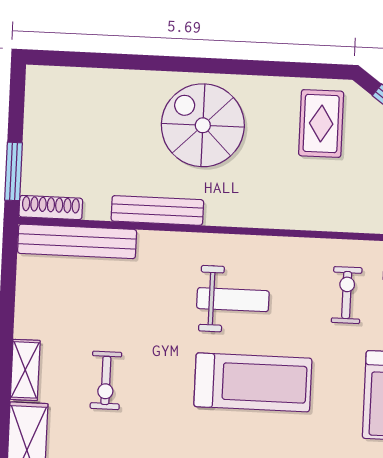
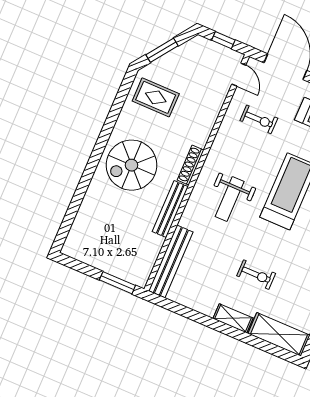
shoe rack: (51, 208) -> (191, 165), moved
exercise bike: (347, 295) -> (259, 119), turned 180
weight bench: (233, 300) -> (230, 199), moved, turned 180

